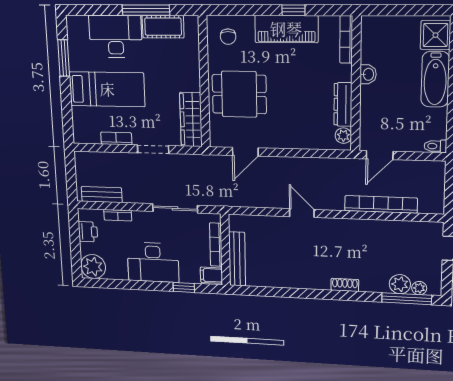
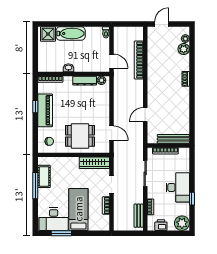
desk: (116, 36) -> (54, 219), moved, turned -90
dining table: (239, 94) -> (80, 136), turned 90
door: (302, 213) -> (145, 115), moved
filing cabinet: (211, 275) -> (184, 154), removed
window: (184, 287) -> (192, 199), moved
window: (407, 299) -> (192, 45), removed

